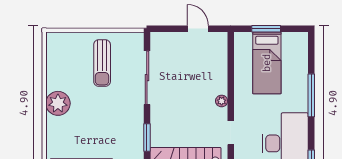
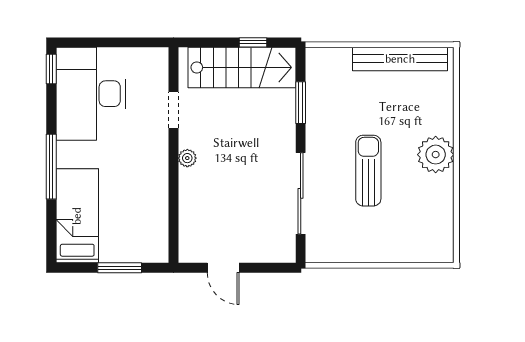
sun lounger: (102, 63) -> (368, 171), moved
bed: (267, 63) -> (77, 216), moved

